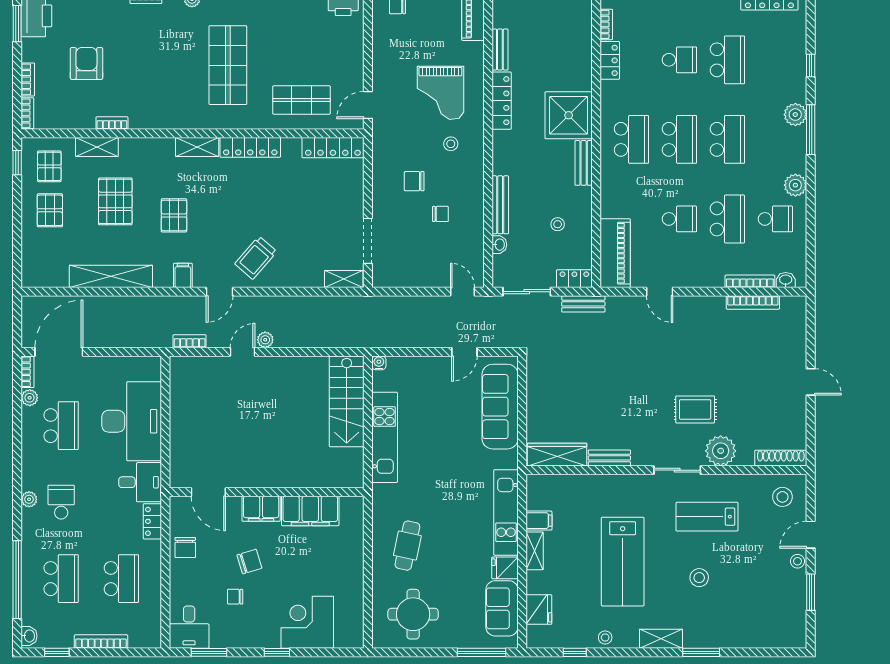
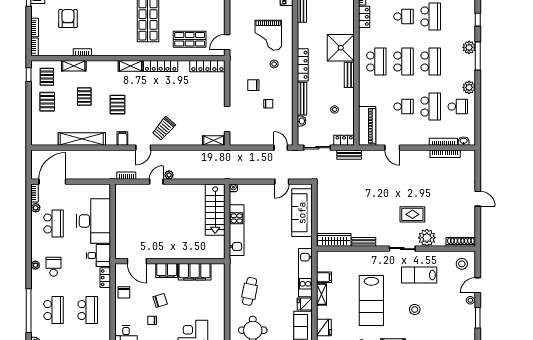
locker: (502, 101) -> (303, 65), moved
pallet: (115, 201) -> (84, 97), width x0.67, depth x0.71

